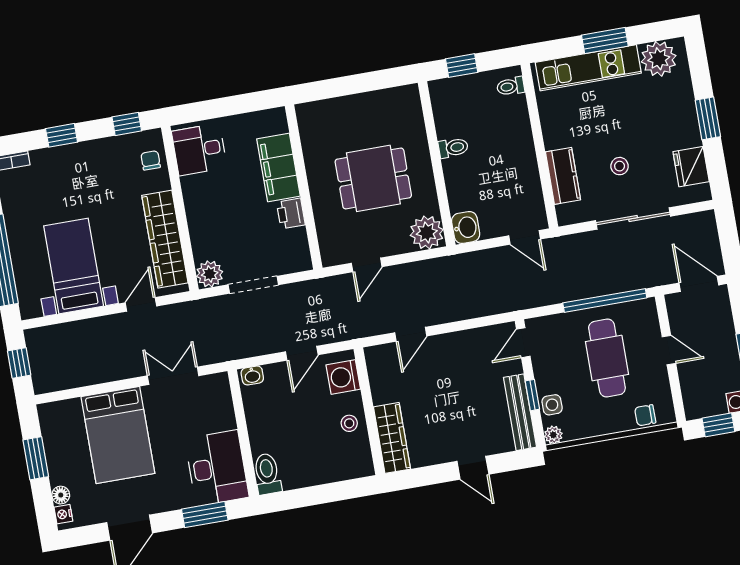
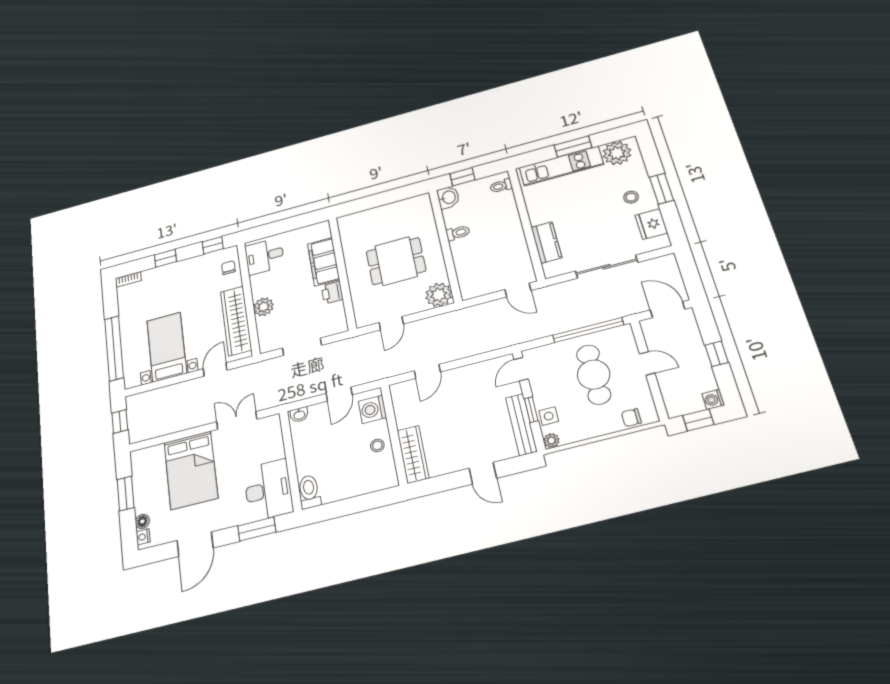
stool: (620, 166) -> (631, 197), moved
washbasin: (466, 227) -> (448, 197), moved
plant: (210, 274) -> (264, 307), moved

